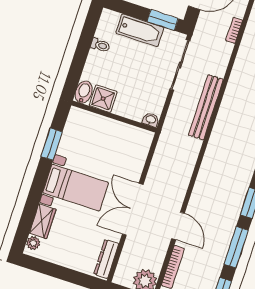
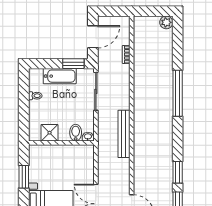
bidet: (84, 92) -> (76, 133), moved
bench: (206, 107) -> (124, 134), moved

